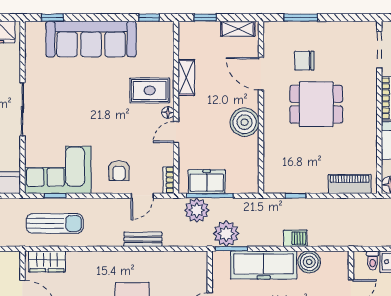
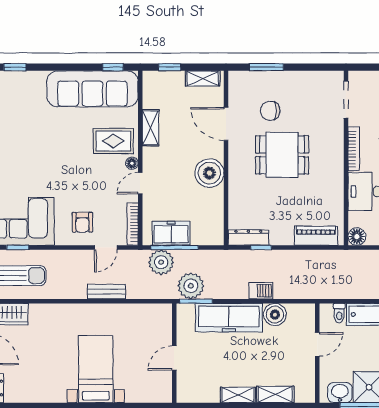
sofa: (91, 39) -> (92, 89), moved
bookcase: (169, 180) -> (133, 224), width x1.56
dresser: (283, 186) -> (248, 237), added

